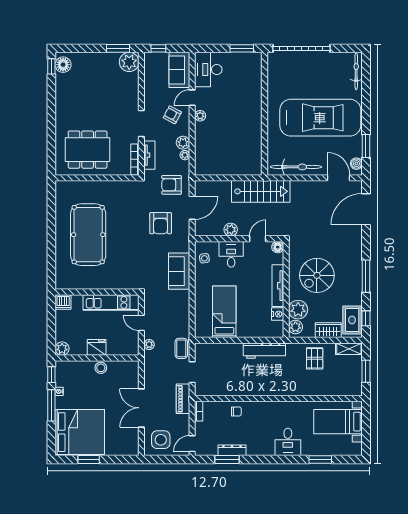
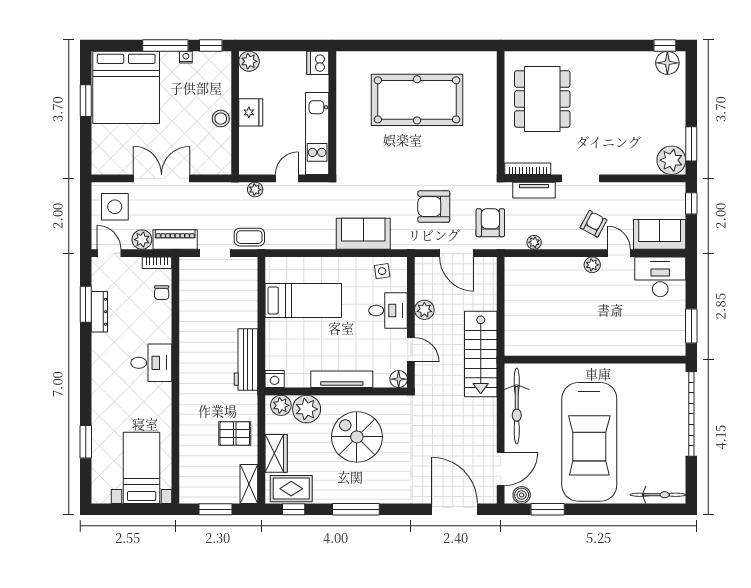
plant: (183, 143) -> (142, 240), moved
nightstand: (278, 314) -> (275, 379), moved
chair: (236, 412) -> (162, 293), moved
desk: (288, 442) -> (151, 363), moved, turned 180

